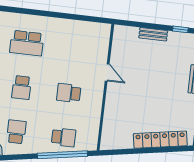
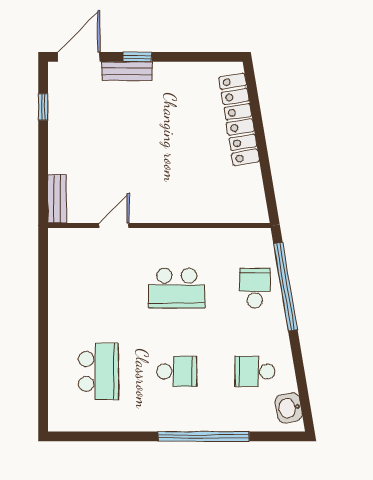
bench: (153, 34) -> (57, 199), moved
door: (107, 72) -> (114, 226), moved
school desk: (69, 93) -> (177, 288), width x1.85

